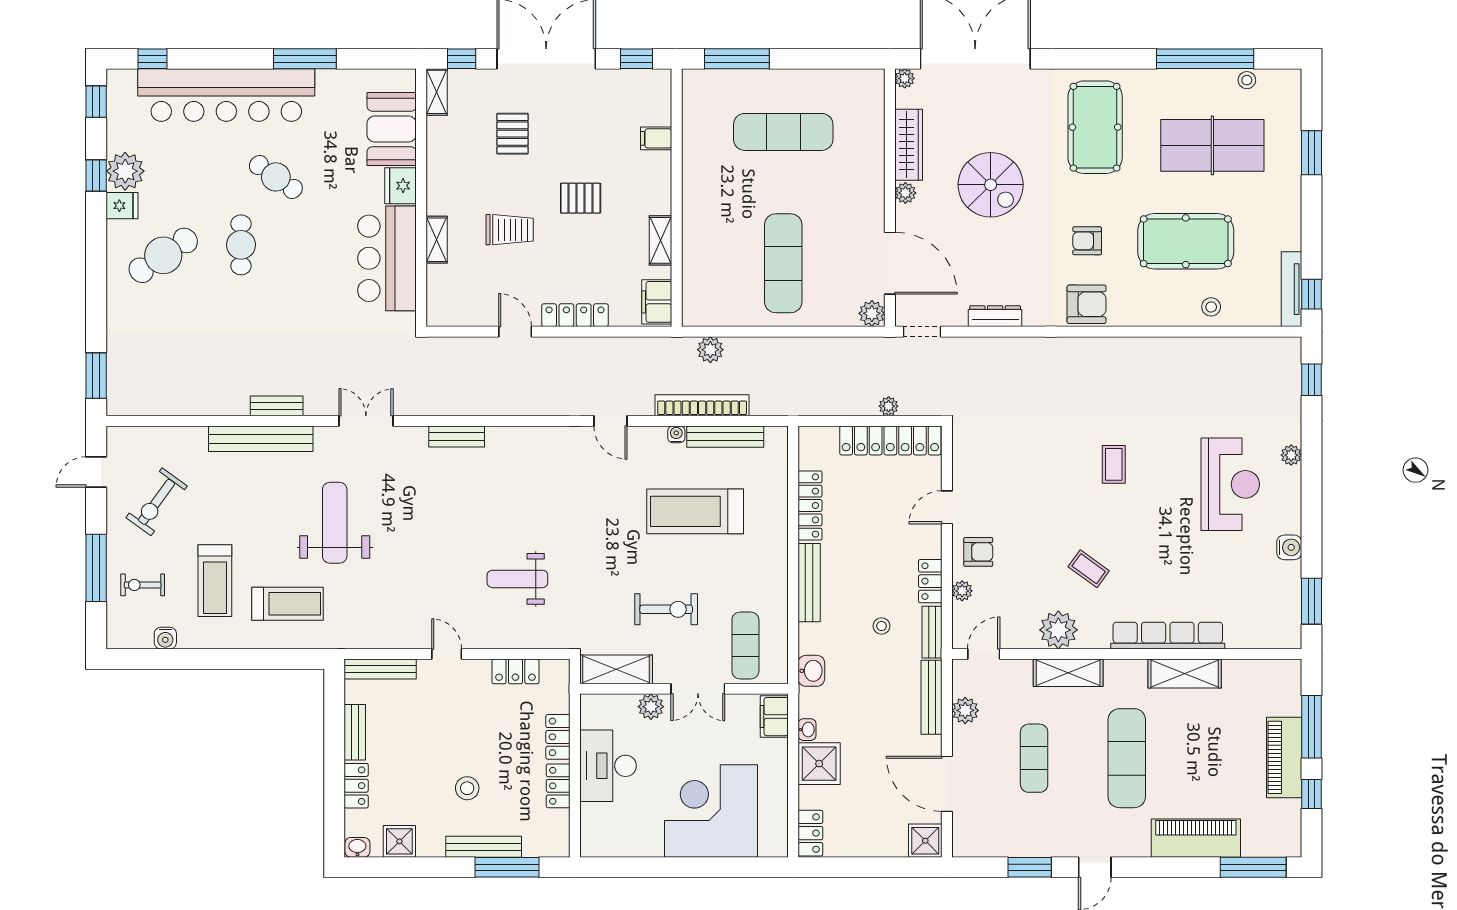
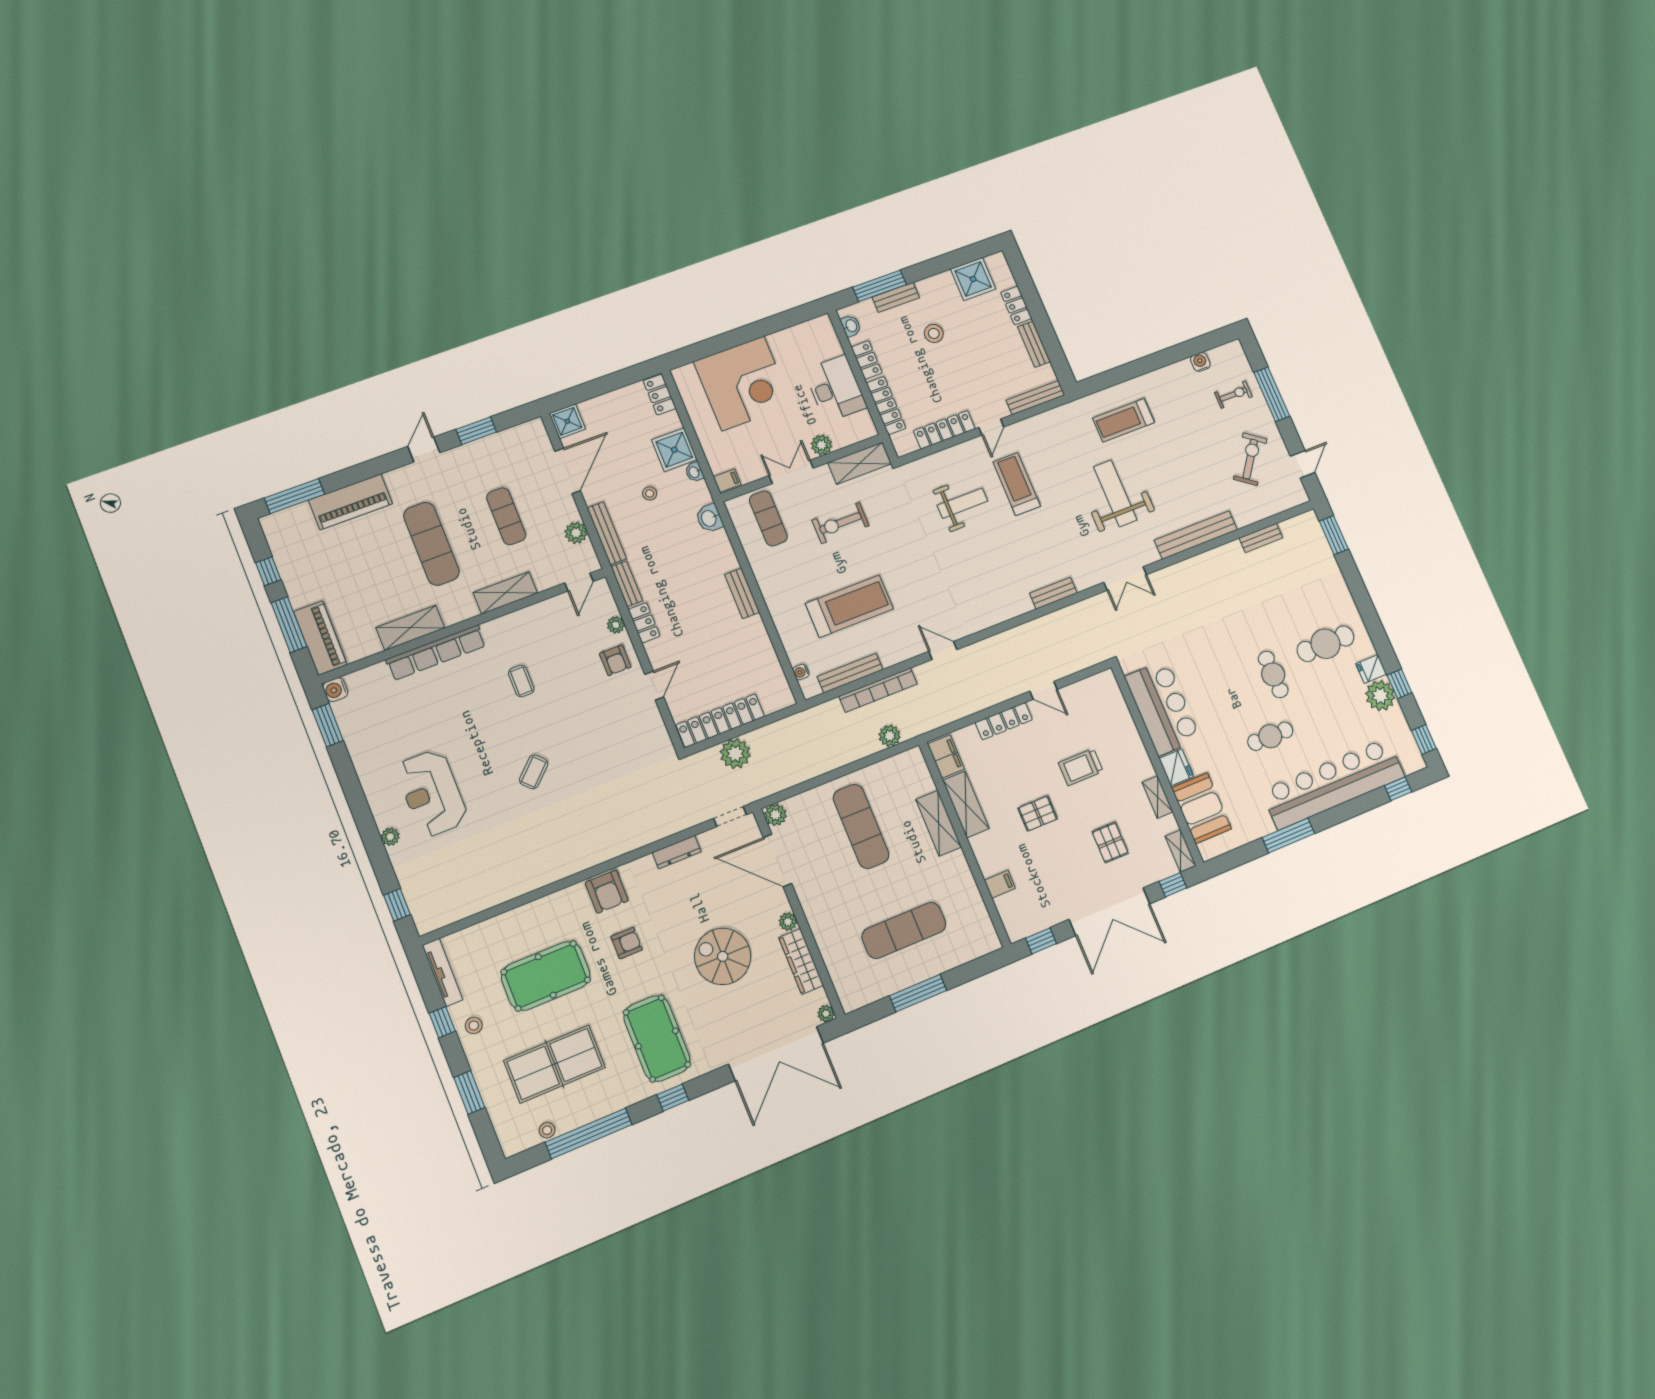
window: (737, 59) -> (918, 993), moved
window: (1103, 59) -> (673, 1098), added
cafe table: (276, 177) -> (1270, 736), turned -35
shelving: (696, 232) -> (939, 823), added
shelving: (437, 240) -> (1157, 797), moved
shelving: (660, 240) -> (966, 804), width x1.50, depth x1.33
cafe table: (163, 255) -> (1326, 644), turned 34
window: (1312, 294) -> (442, 1022), moved
armchair: (1087, 304) -> (607, 892), turned -90
stool: (1211, 307) -> (474, 1025), moved
bench: (277, 406) -> (1261, 538), moved
plant: (889, 406) -> (735, 754), width x1.88, depth x1.88
water cooler: (676, 434) -> (801, 672), moved, turned 90
coffee table: (1114, 464) -> (534, 772), turned 46
locker: (810, 505) -> (763, 645), removed
weight bench: (335, 523) -> (1115, 493), turned 180
water cooler: (1289, 547) -> (335, 690), moved
armchair: (978, 552) -> (615, 660), turned -90
coffee table: (1089, 569) -> (521, 681), turned 54
treadmill: (215, 581) -> (1017, 484), moved
bench: (809, 583) -> (742, 593), width x0.73
stool: (882, 626) -> (650, 493), moved
plant: (1058, 630) -> (527, 624), removed
door: (447, 654) -> (991, 427), hinge flipped
locker: (515, 671) -> (944, 430), width x1.53
filing cabinet: (774, 717) -> (727, 481), width x0.50
locker: (558, 737) -> (886, 406), width x1.53
piano: (1284, 757) -> (320, 638), moved
door: (947, 784) -> (568, 471), hinge flipped
shower: (399, 841) -> (973, 279), width x1.36, depth x1.36
washbasin: (357, 847) -> (851, 326), moved, turned -90
bench: (484, 847) -> (896, 297), width x0.73

